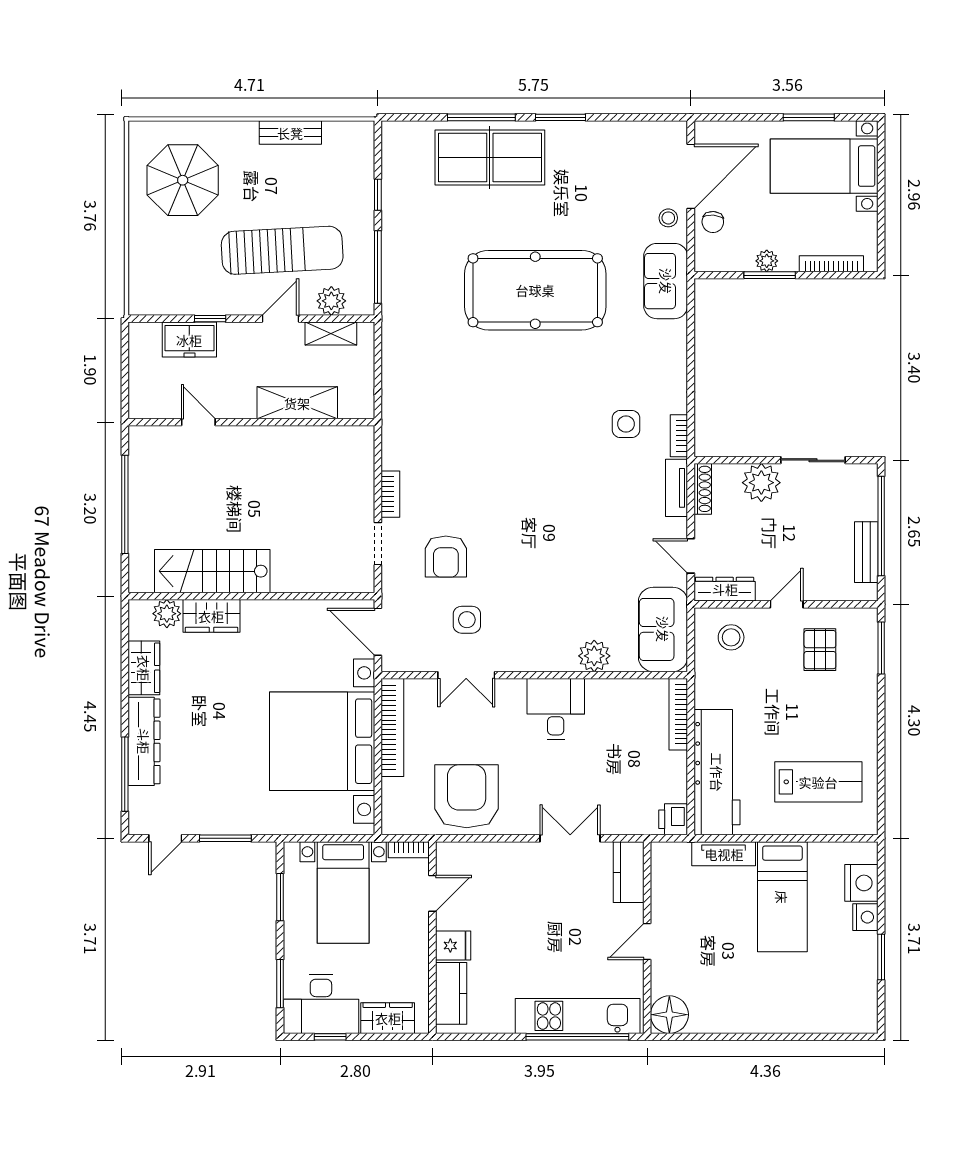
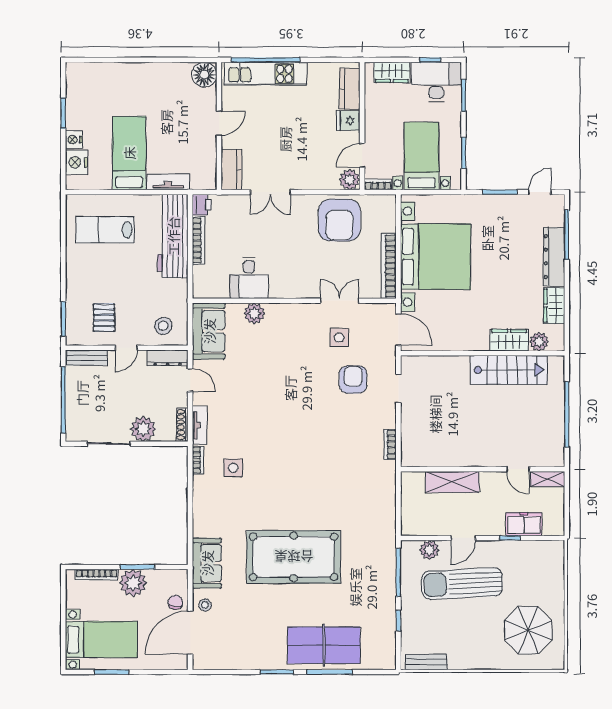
bench: (290, 133) -> (426, 662), moved
plant: (767, 261) -> (133, 583), width x1.87, depth x1.87
shelving: (331, 334) -> (547, 479), moved
bookcase: (390, 494) -> (390, 444), moved
bench: (866, 552) -> (87, 358), moved, turned 90
desk: (556, 709) -> (249, 278), moved
bookcase: (678, 714) -> (198, 240), moved
plant: (451, 857) -> (350, 180), added

